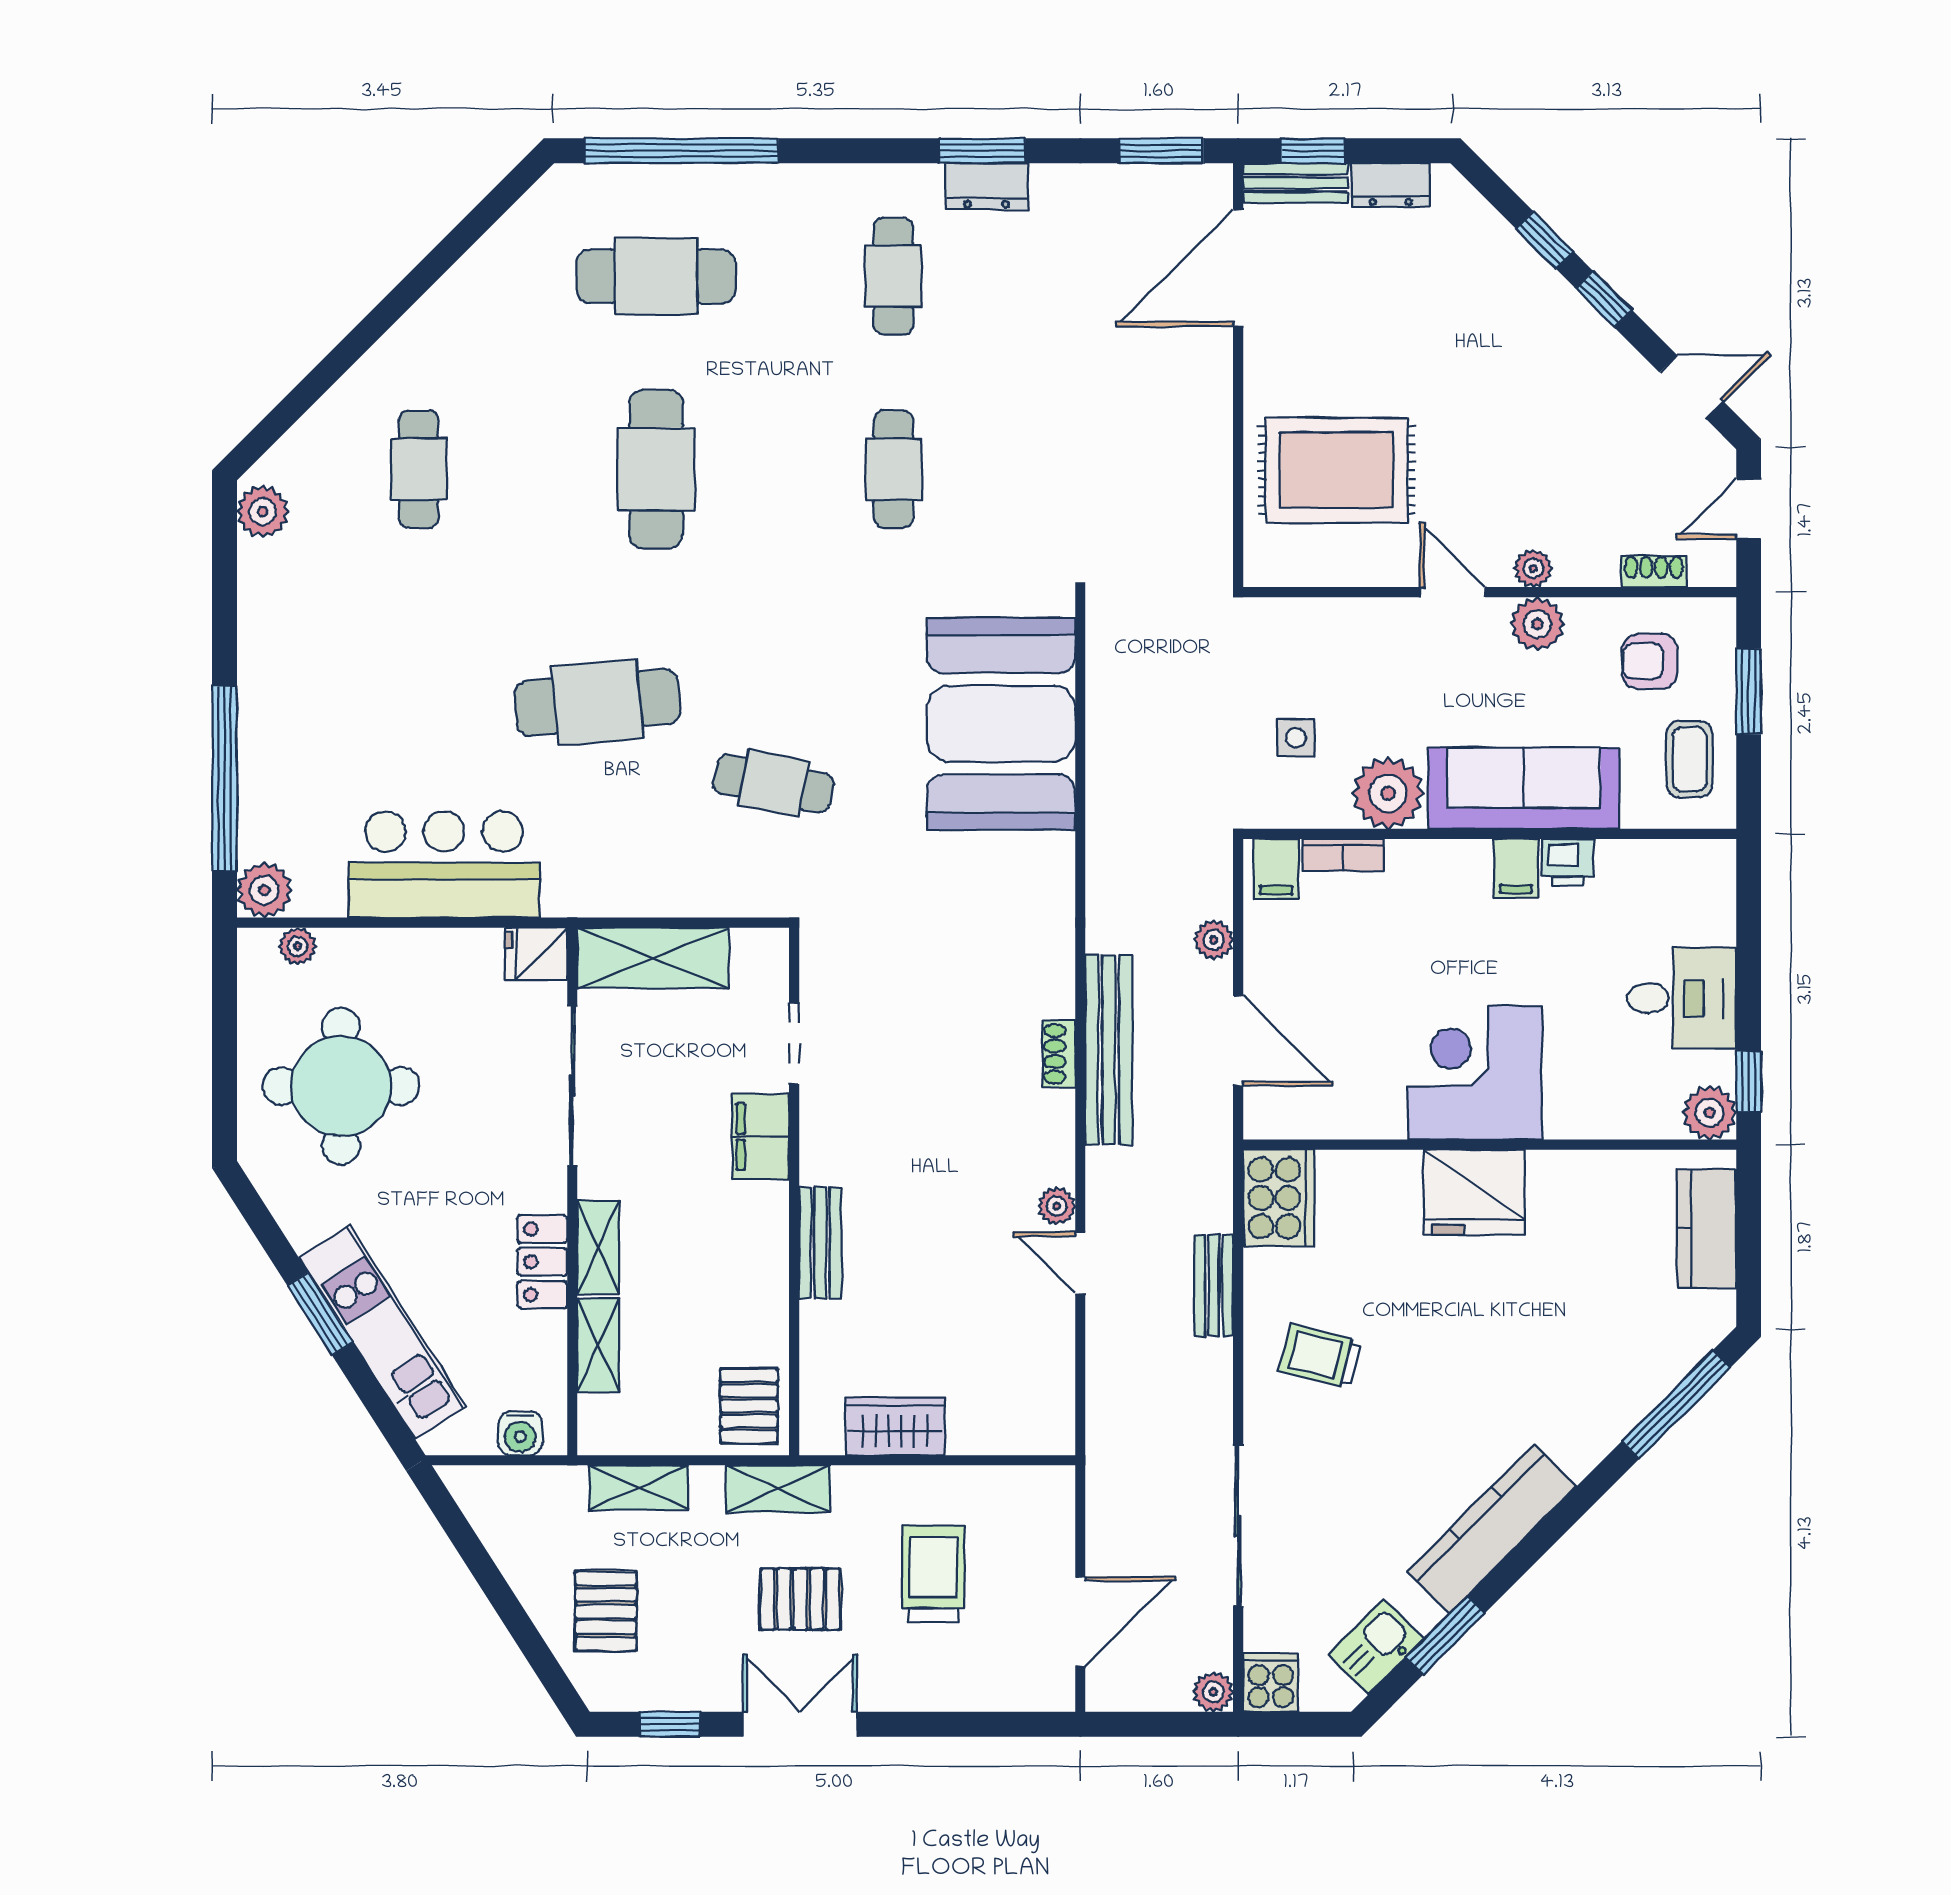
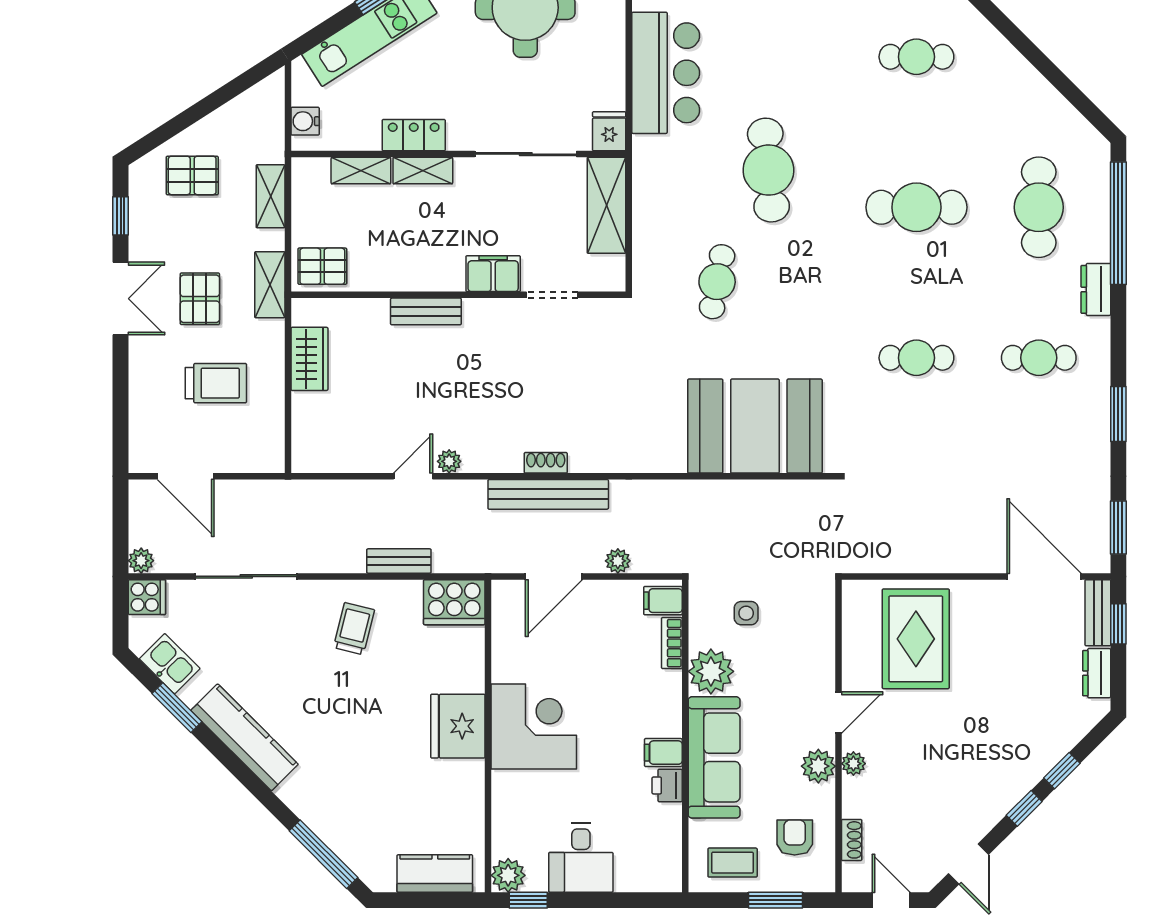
dresser: (987, 186) -> (1096, 289), moved

